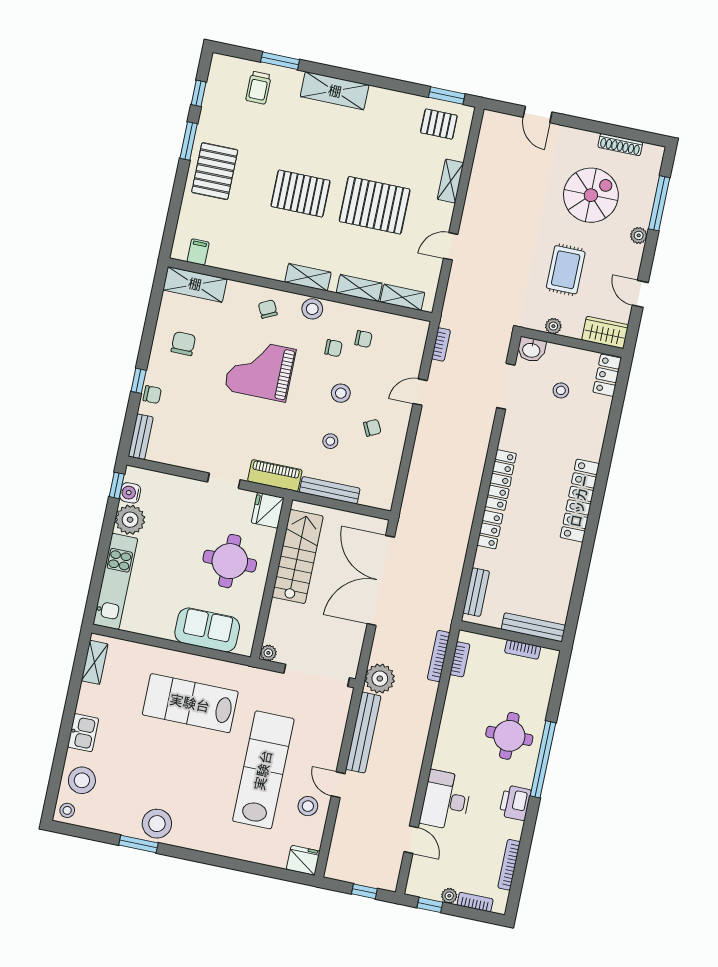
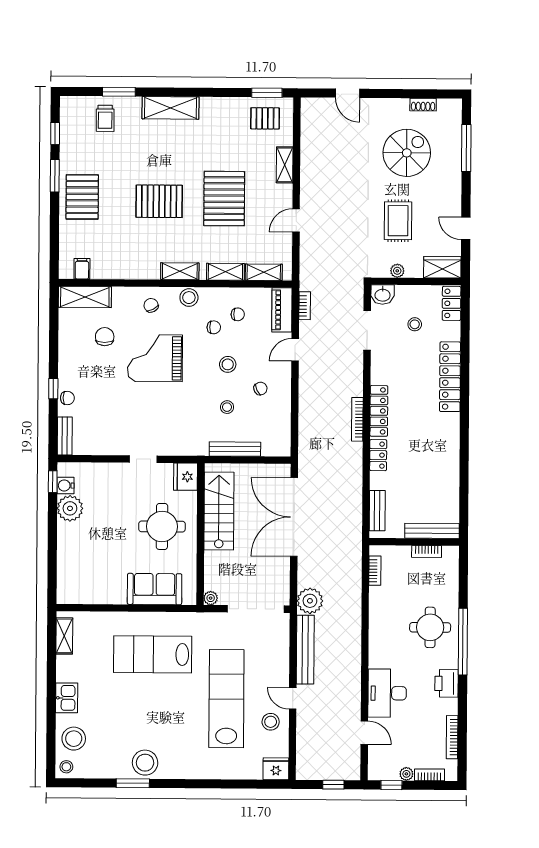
shoe rack: (620, 145) -> (423, 105), width x0.70
pallet: (375, 205) -> (224, 199), turned 90
plant: (639, 235) -> (454, 179), removed
chair: (183, 344) -> (105, 337), moved
piano: (275, 476) -> (282, 310), moved, turned -90
locker: (580, 501) -> (450, 377), moved
kitchen unit: (115, 581) -> (68, 563), removed
bookcase: (439, 656) -> (357, 419), moved

